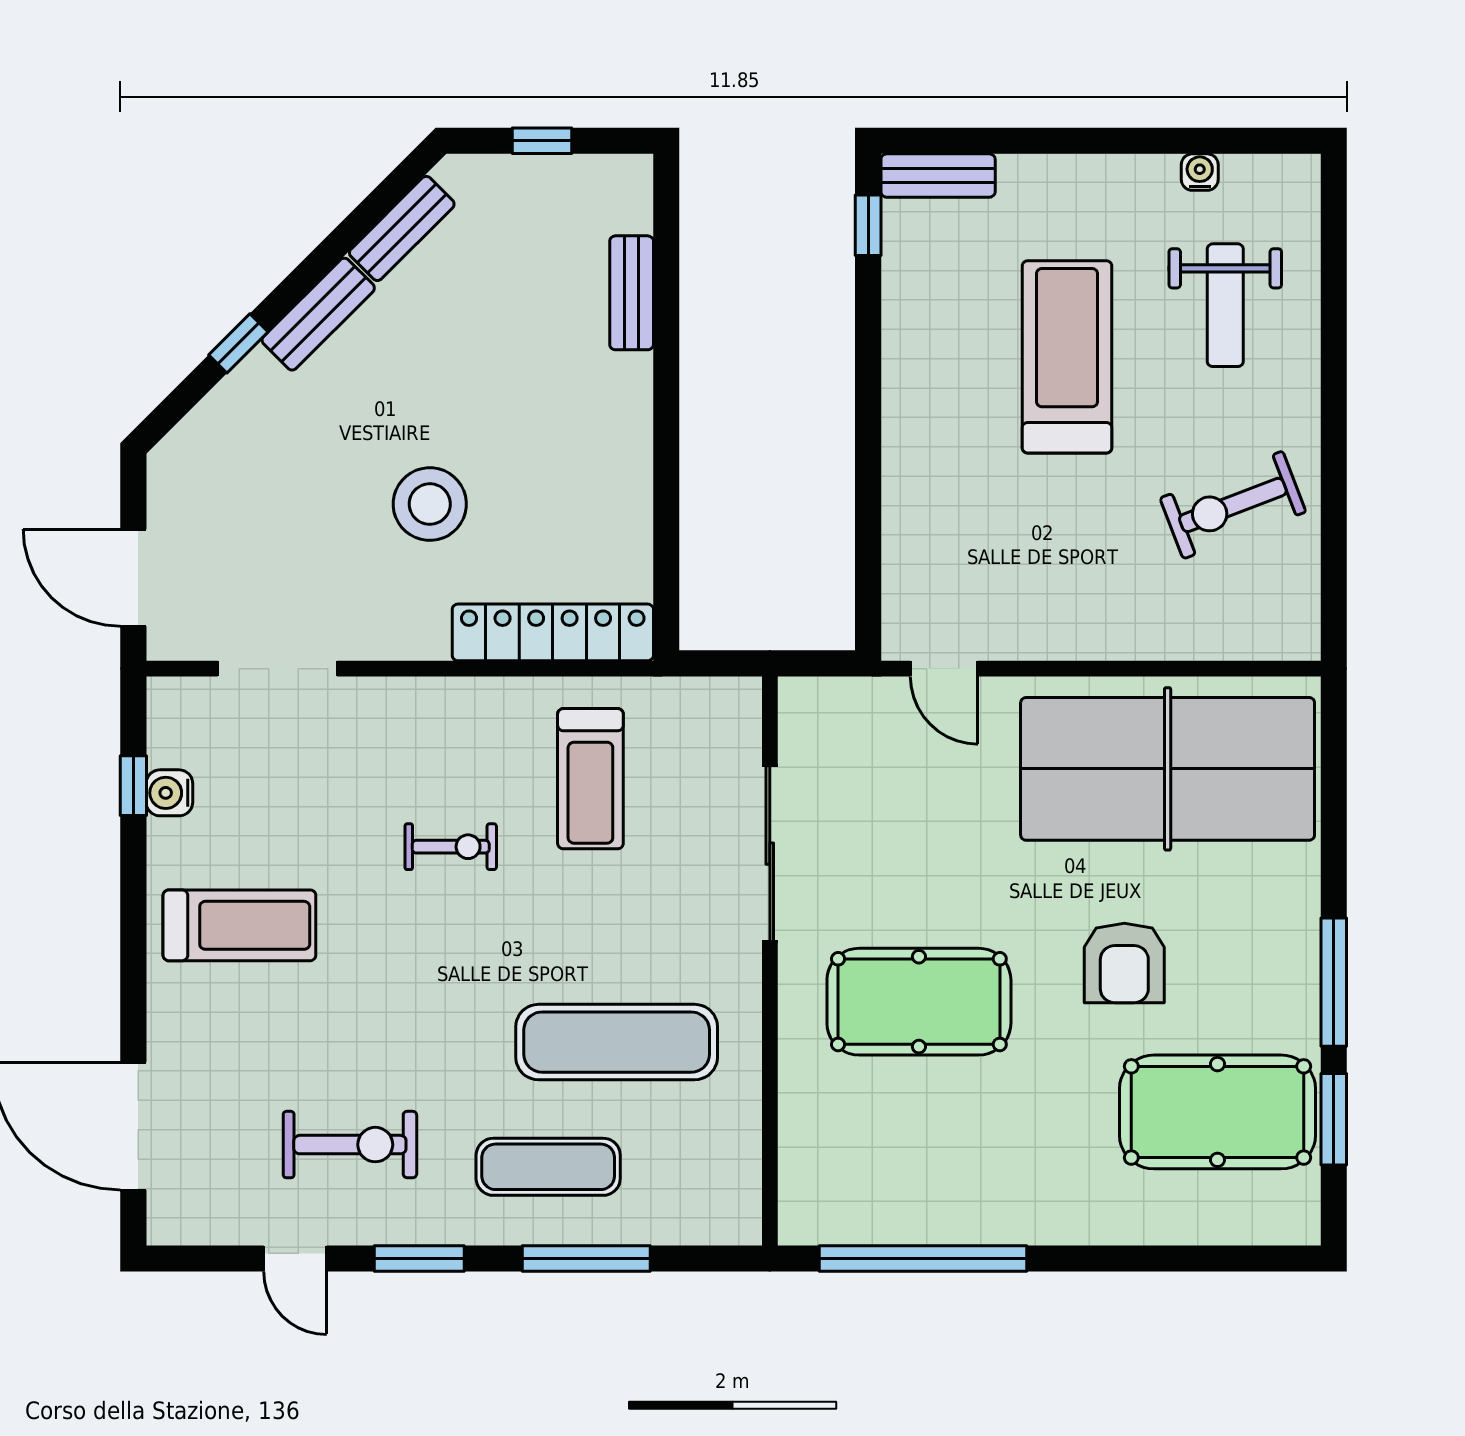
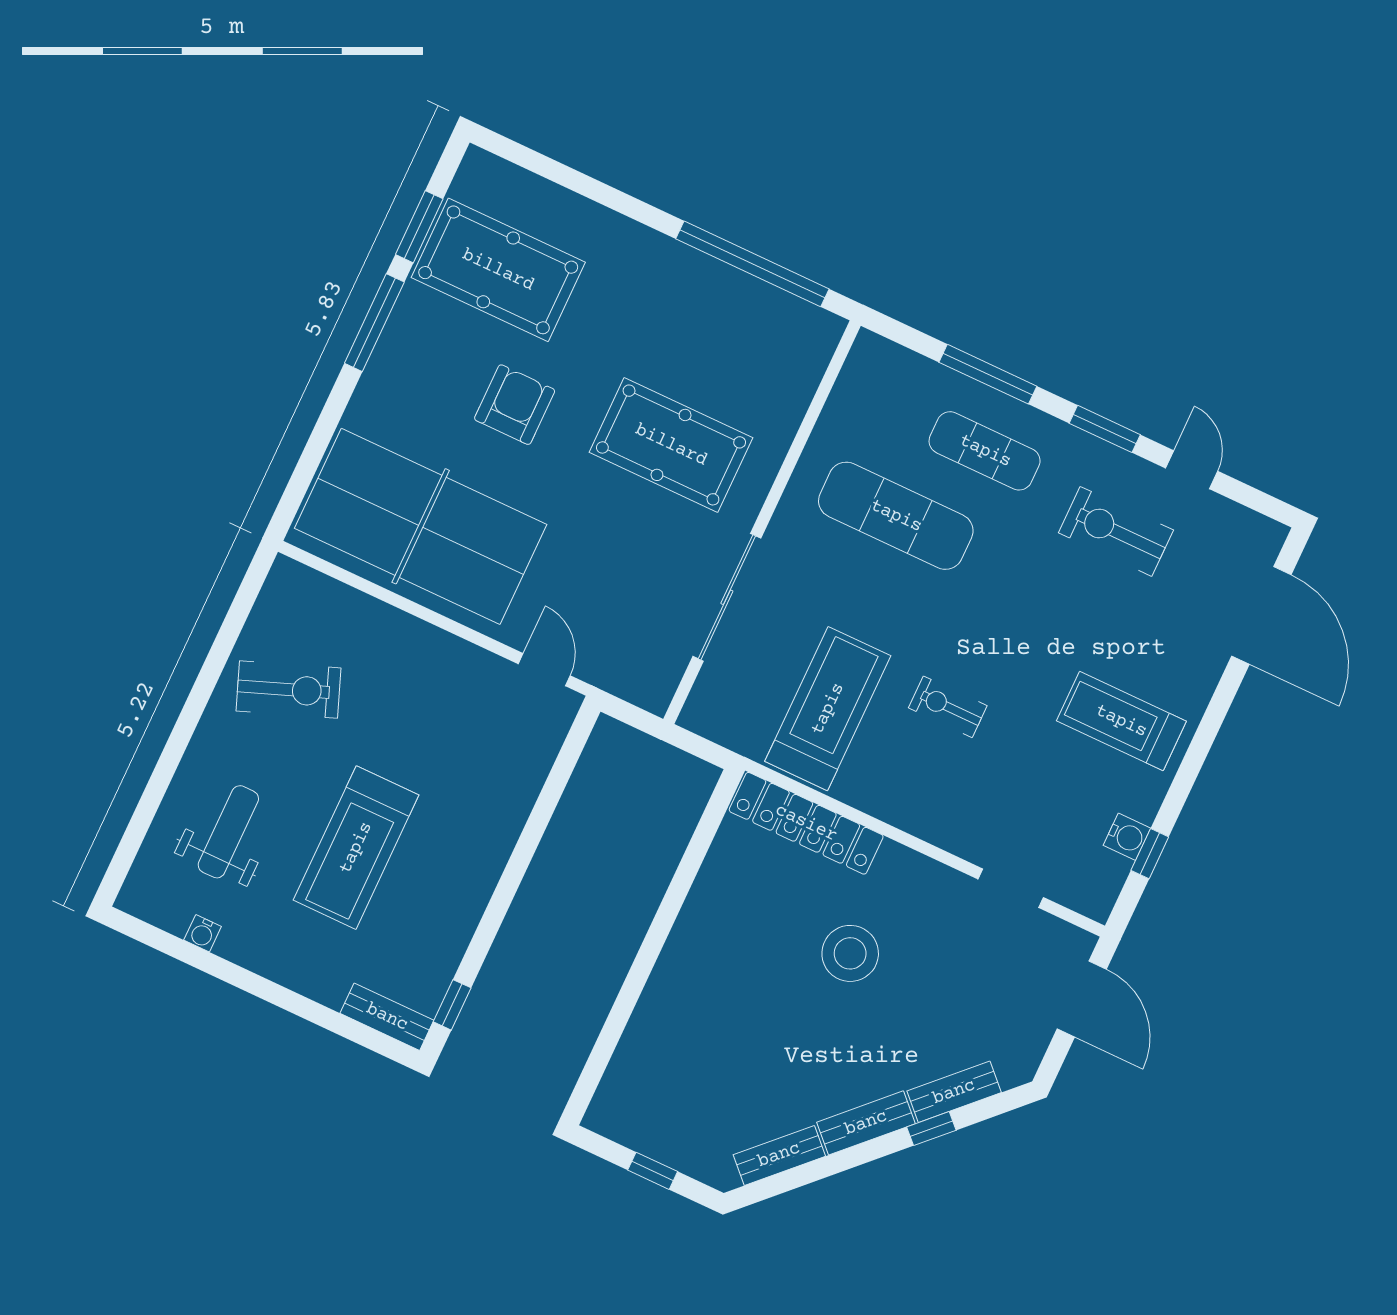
bench: (632, 293) -> (954, 1092), moved, turned 45
doorway: (277, 669) -> (1011, 888), width x0.73
treadmill: (590, 779) -> (828, 709), width x1.37, depth x1.38

